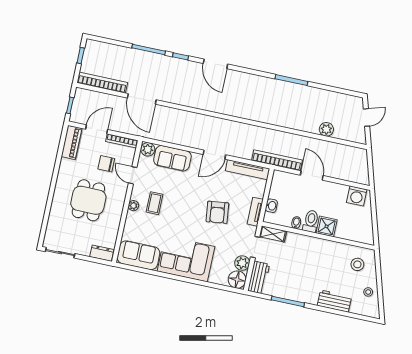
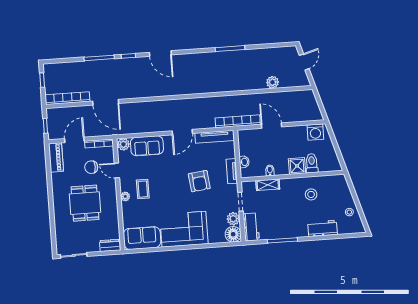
toilet: (311, 221) -> (312, 163), moved
shelving: (273, 234) -> (268, 185), moved
stool: (357, 264) -> (311, 194), moved

